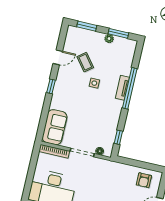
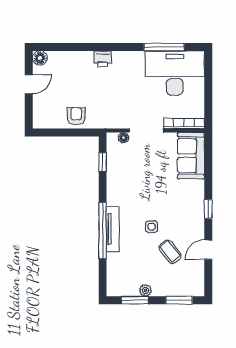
tv unit: (122, 88) -> (113, 229), width x1.41
armchair: (144, 180) -> (76, 116), moved

